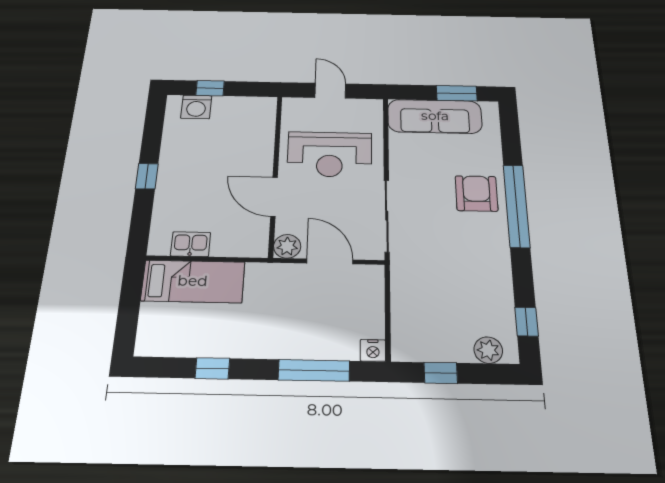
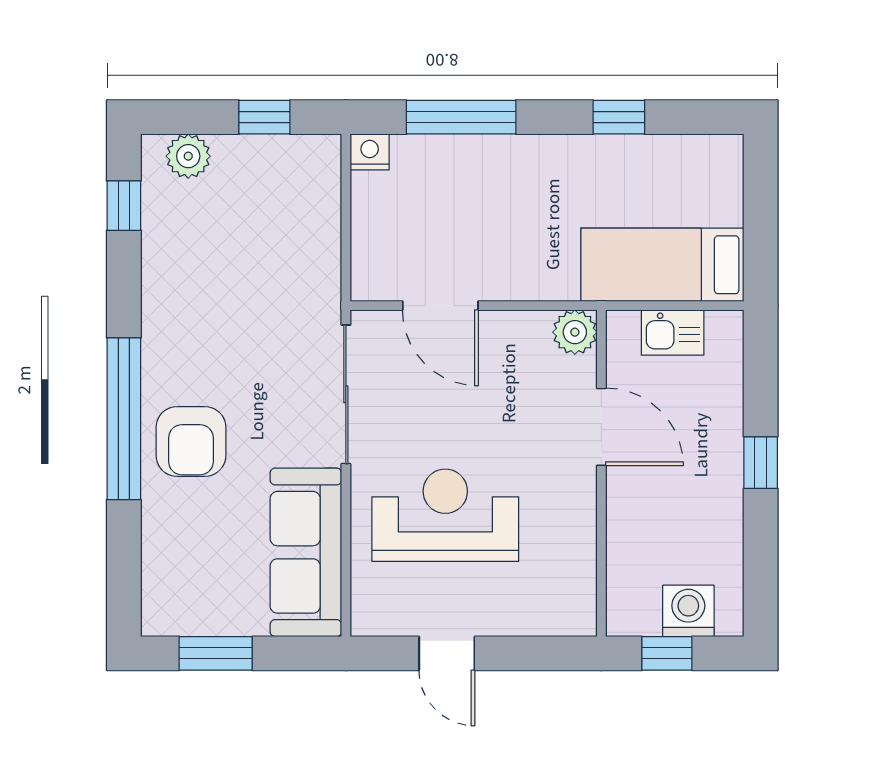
sofa: (435, 116) -> (306, 552), moved, turned -90
wall: (275, 174) -> (601, 473), moved
door: (274, 197) -> (601, 427), moved
plant: (287, 246) -> (575, 332), moved

